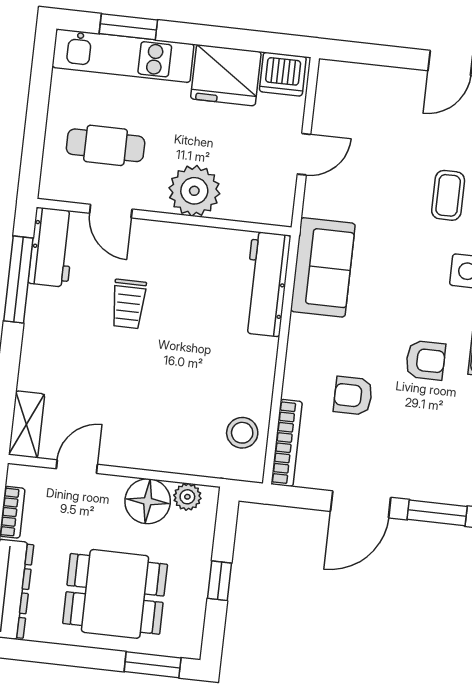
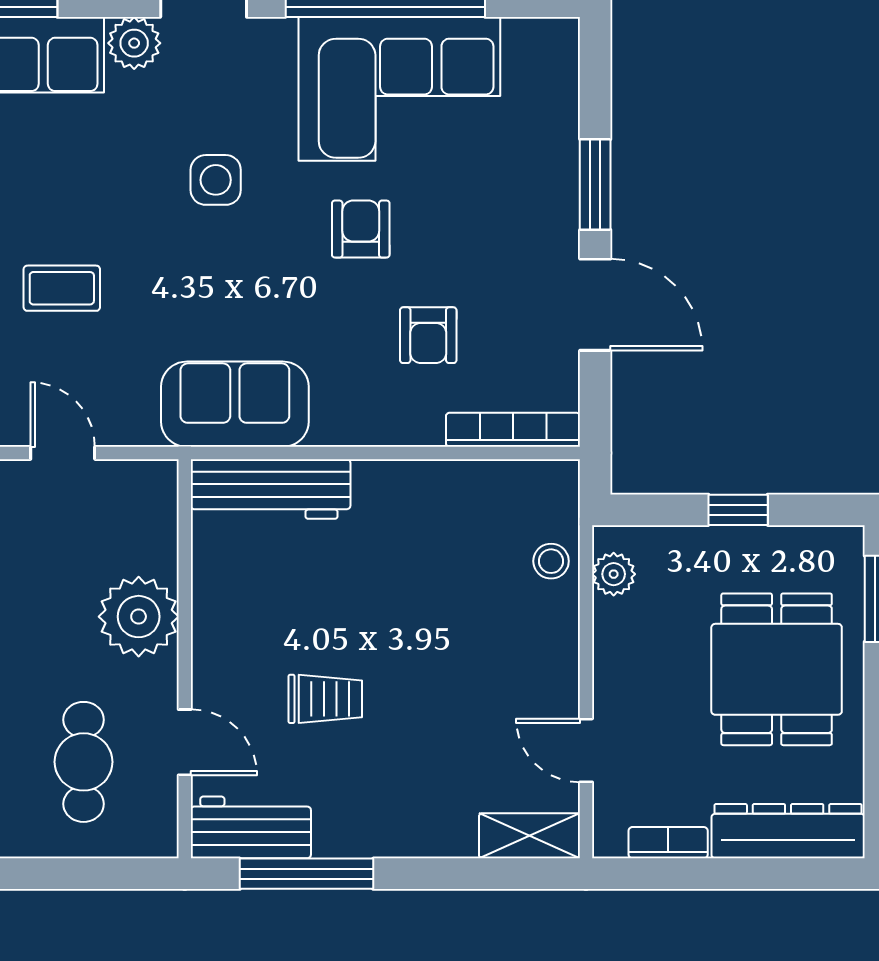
coffee table: (448, 195) -> (62, 288), moved
door: (111, 211) -> (185, 742), hinge flipped
stool: (242, 433) -> (551, 561), moved, width x0.73, depth x0.73
floor lamp: (148, 501) -> (627, 635), removed

